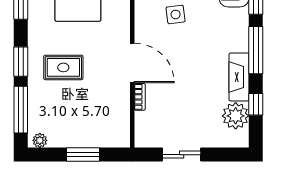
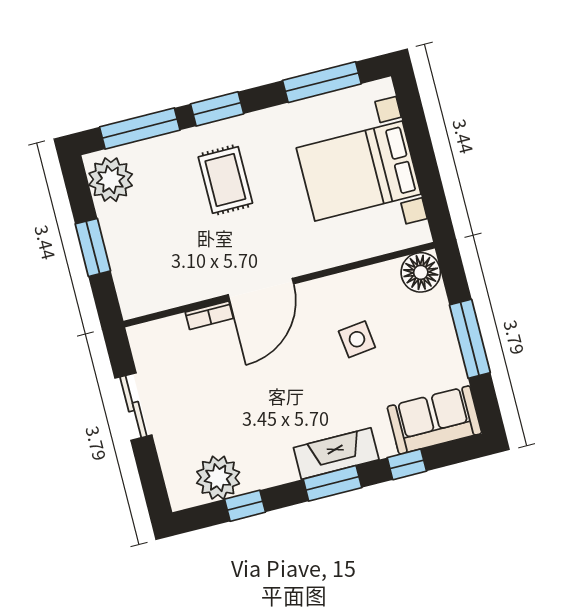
window: (256, 50) -> (332, 483), width x0.69
fireplace: (239, 77) -> (336, 454), moved
plant: (40, 140) -> (111, 180), width x1.87, depth x1.87

